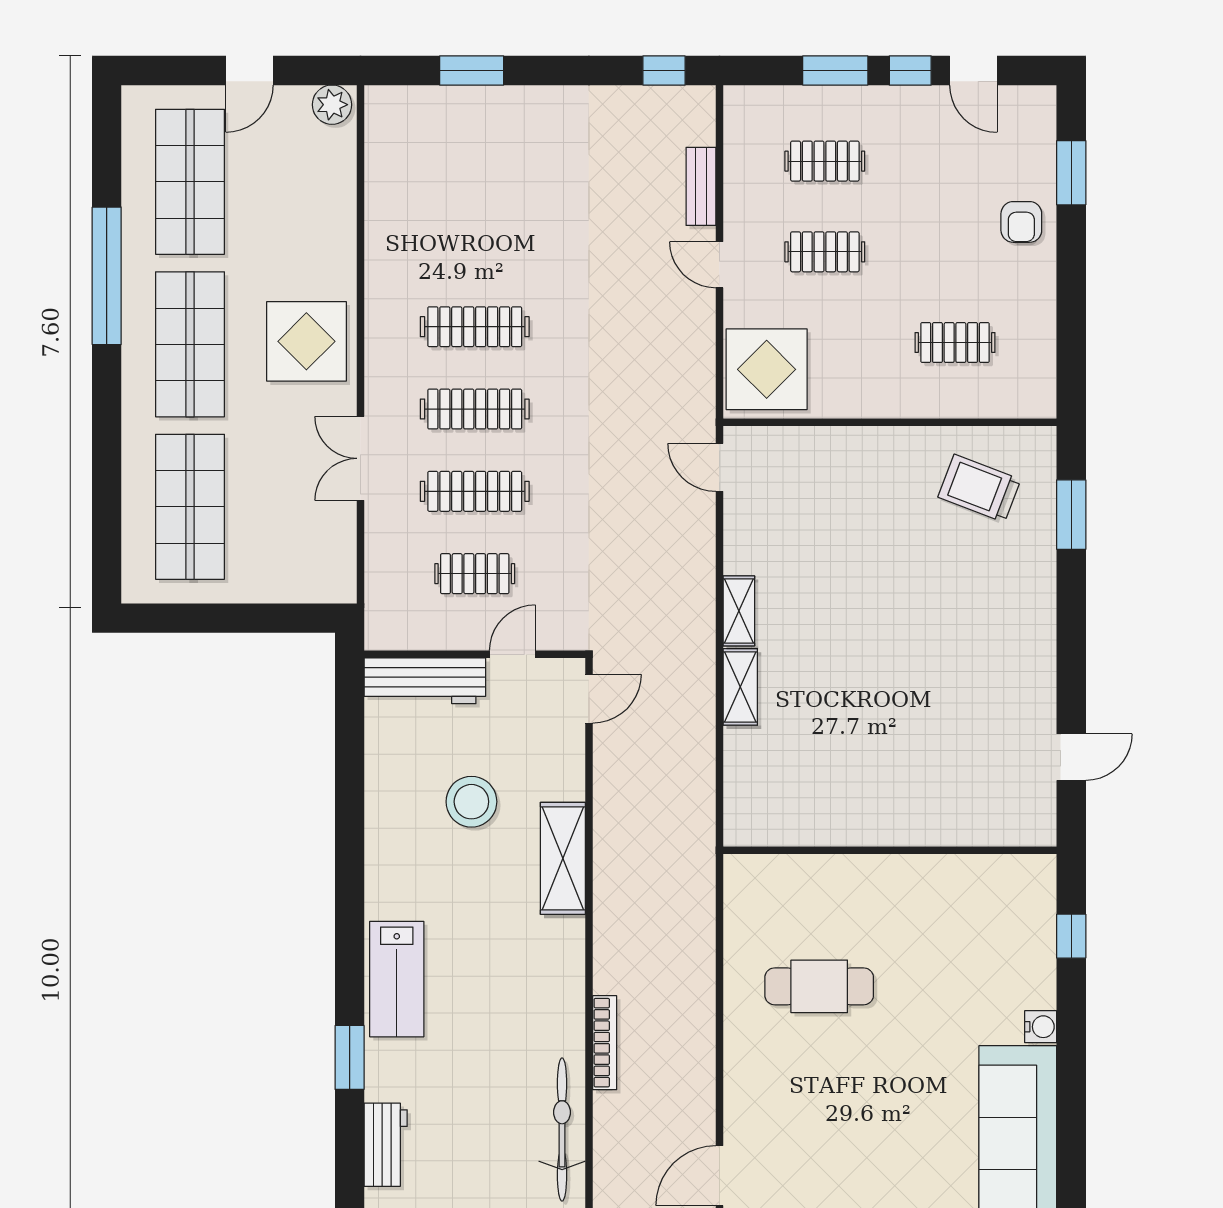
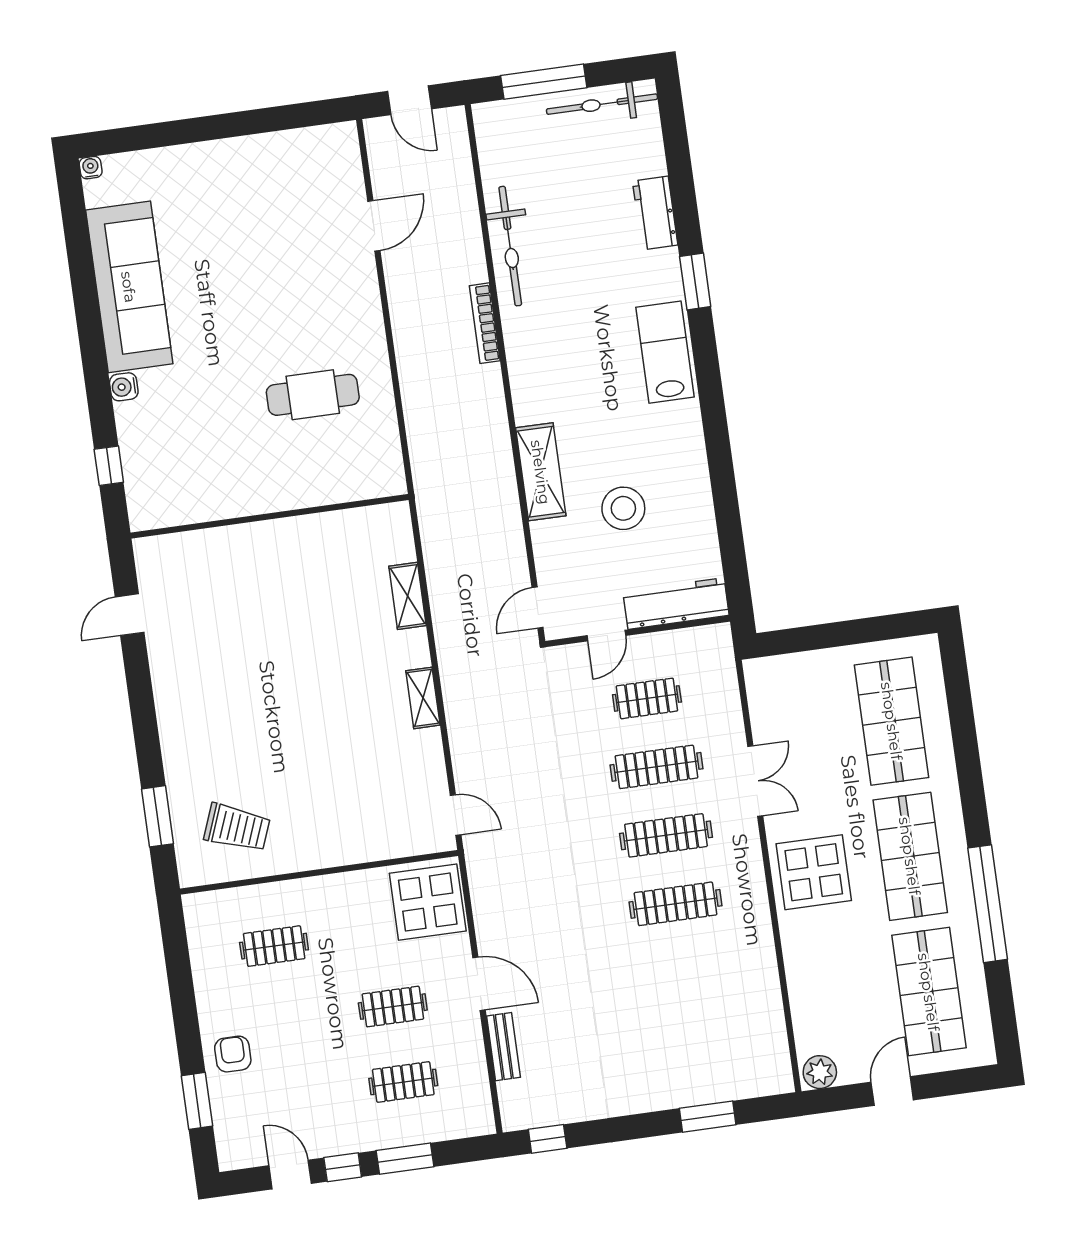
door: (719, 265) -> (479, 984), width x1.38
shelving: (740, 687) -> (408, 596), moved

